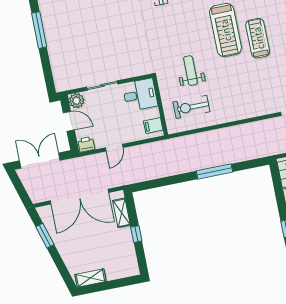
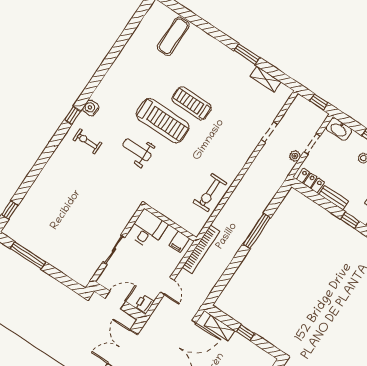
weight bench: (190, 71) -> (137, 150), moved
plant: (77, 101) -> (106, 279), removed
exercise bike: (191, 107) -> (210, 193), moved
bookcase: (163, 146) -> (201, 249), added

